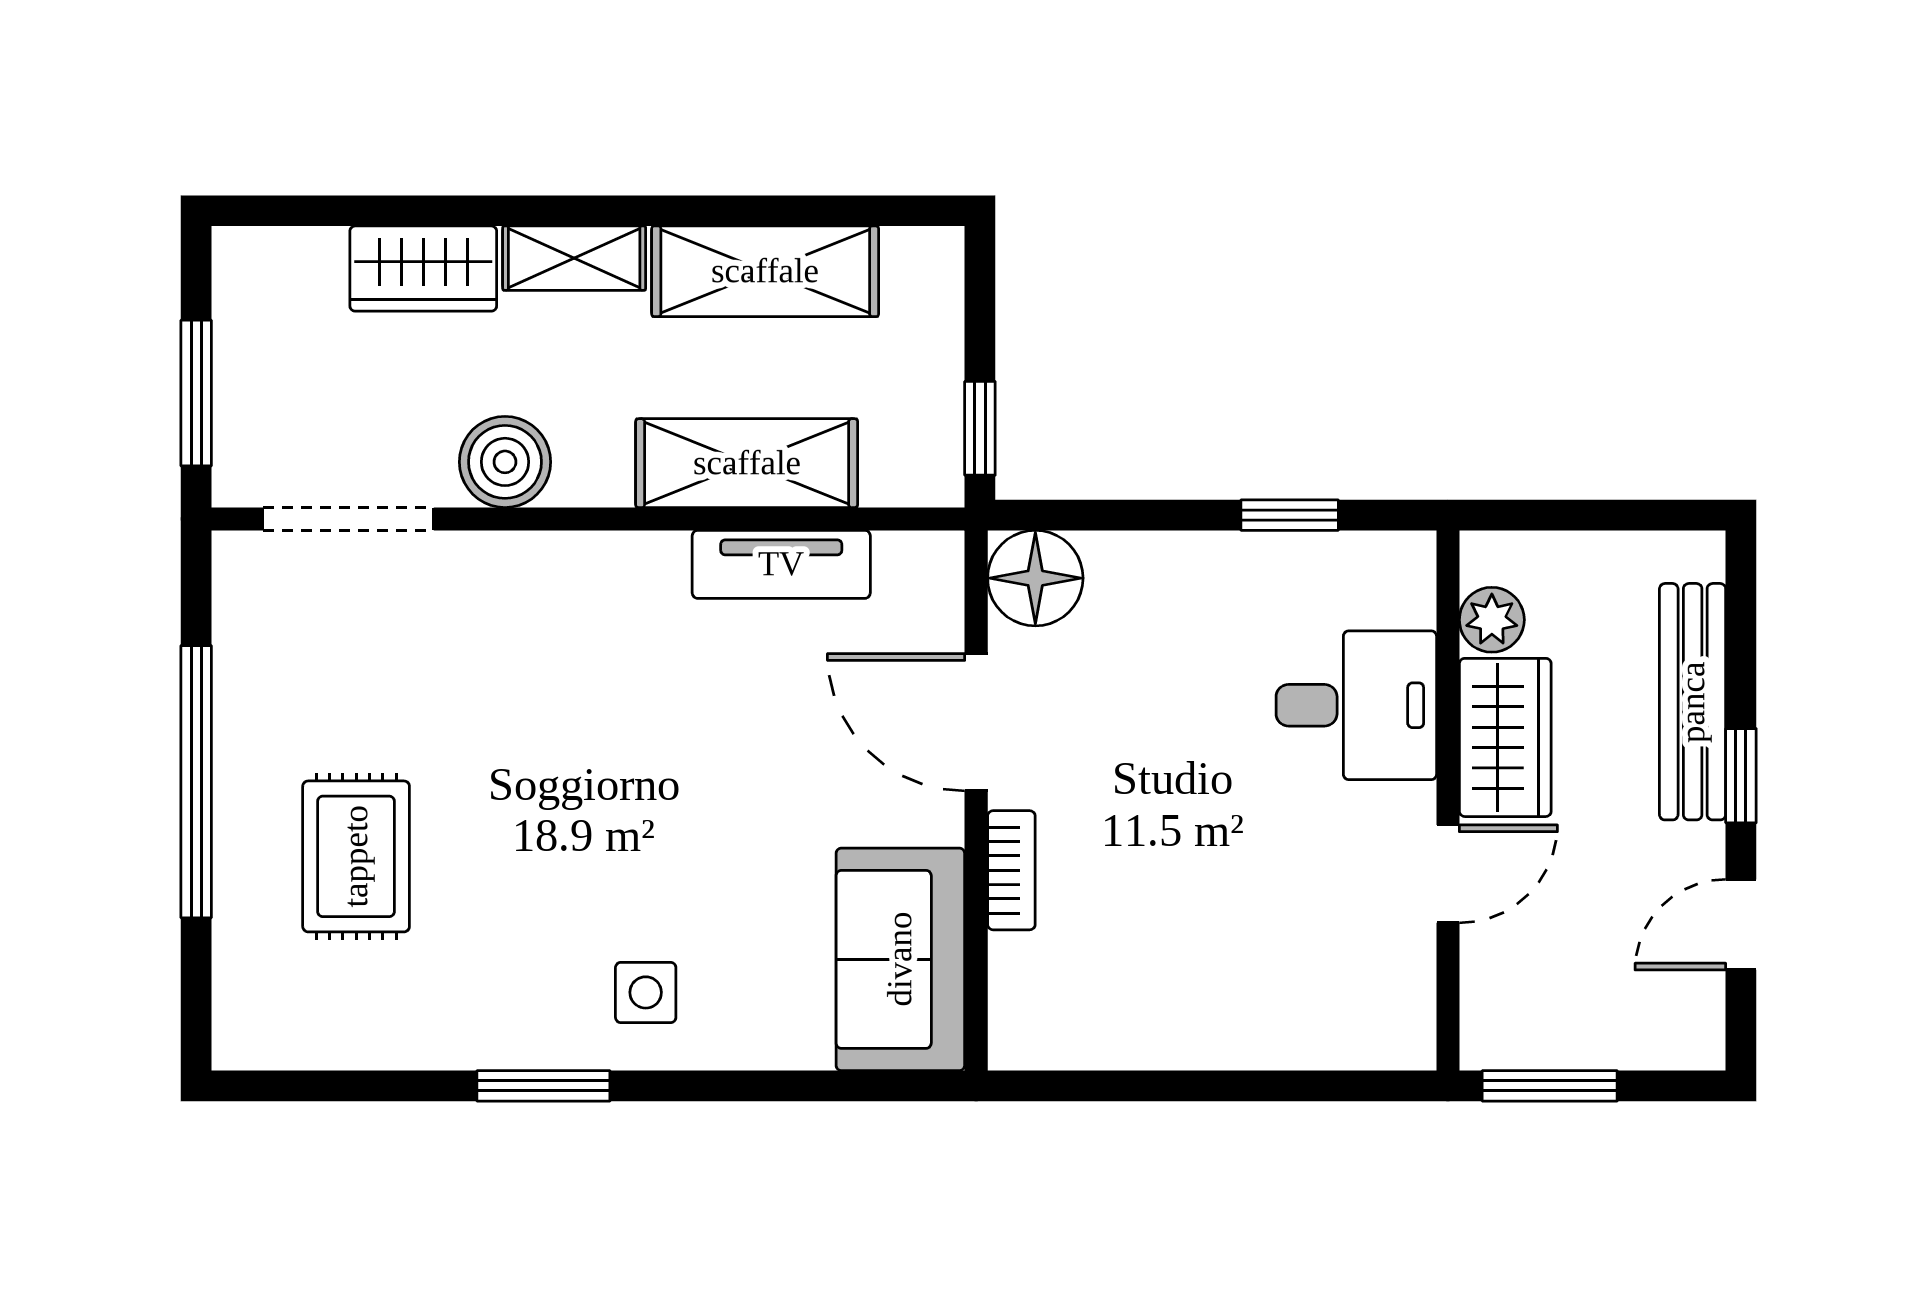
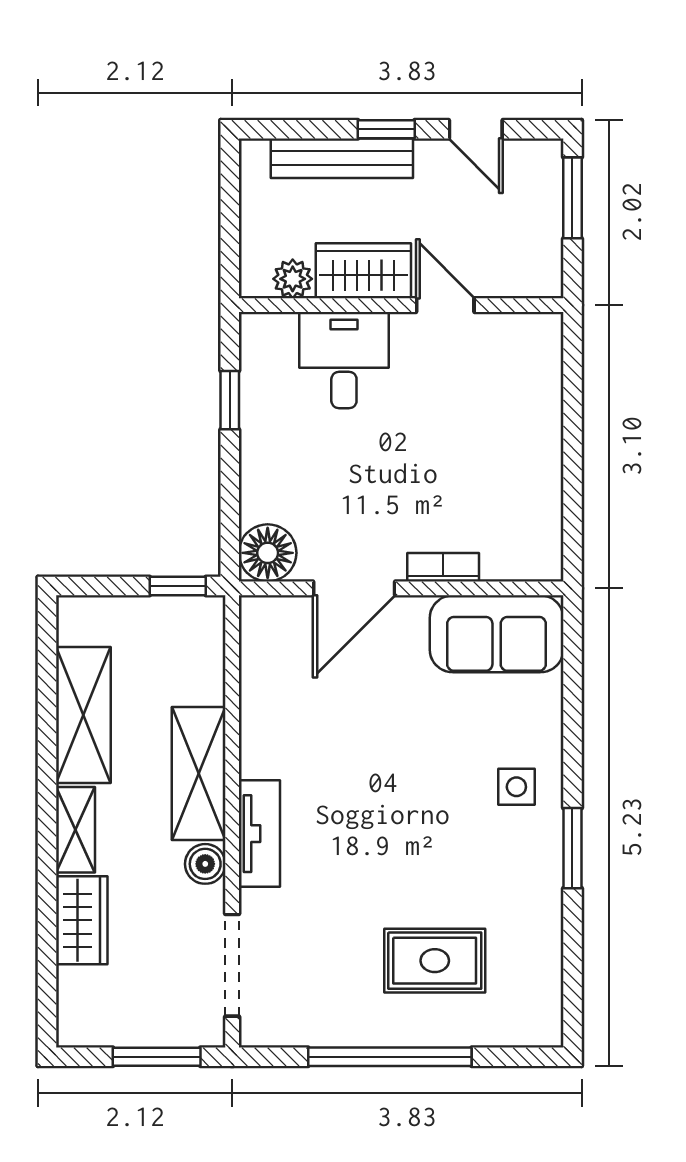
boiler: (505, 462) -> (205, 864), width x0.73, depth x0.73
shelving: (747, 463) -> (199, 774), moved
tv unit: (781, 564) -> (259, 834), moved
window: (1550, 1086) -> (572, 198), moved

